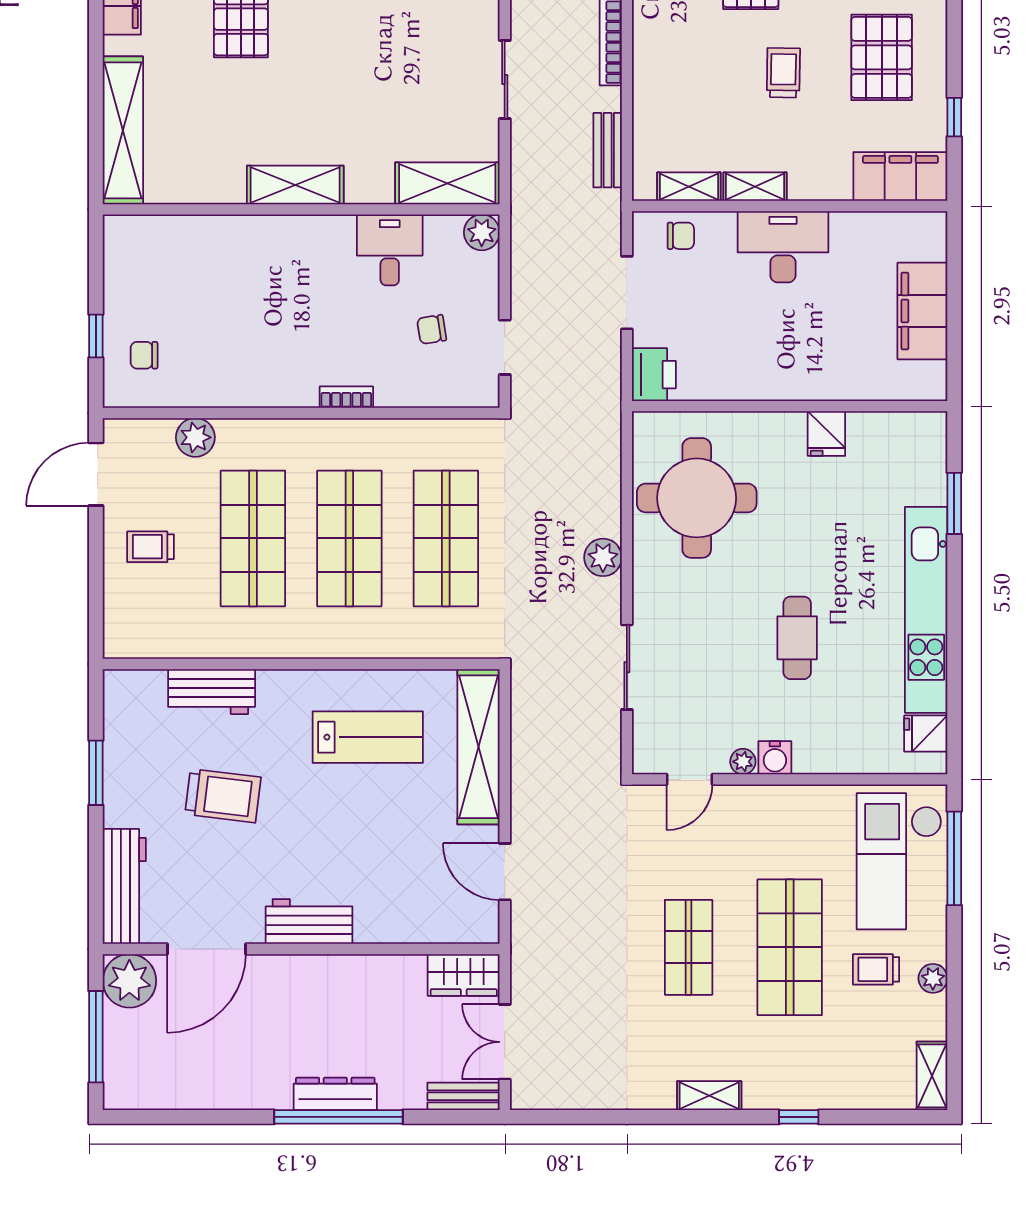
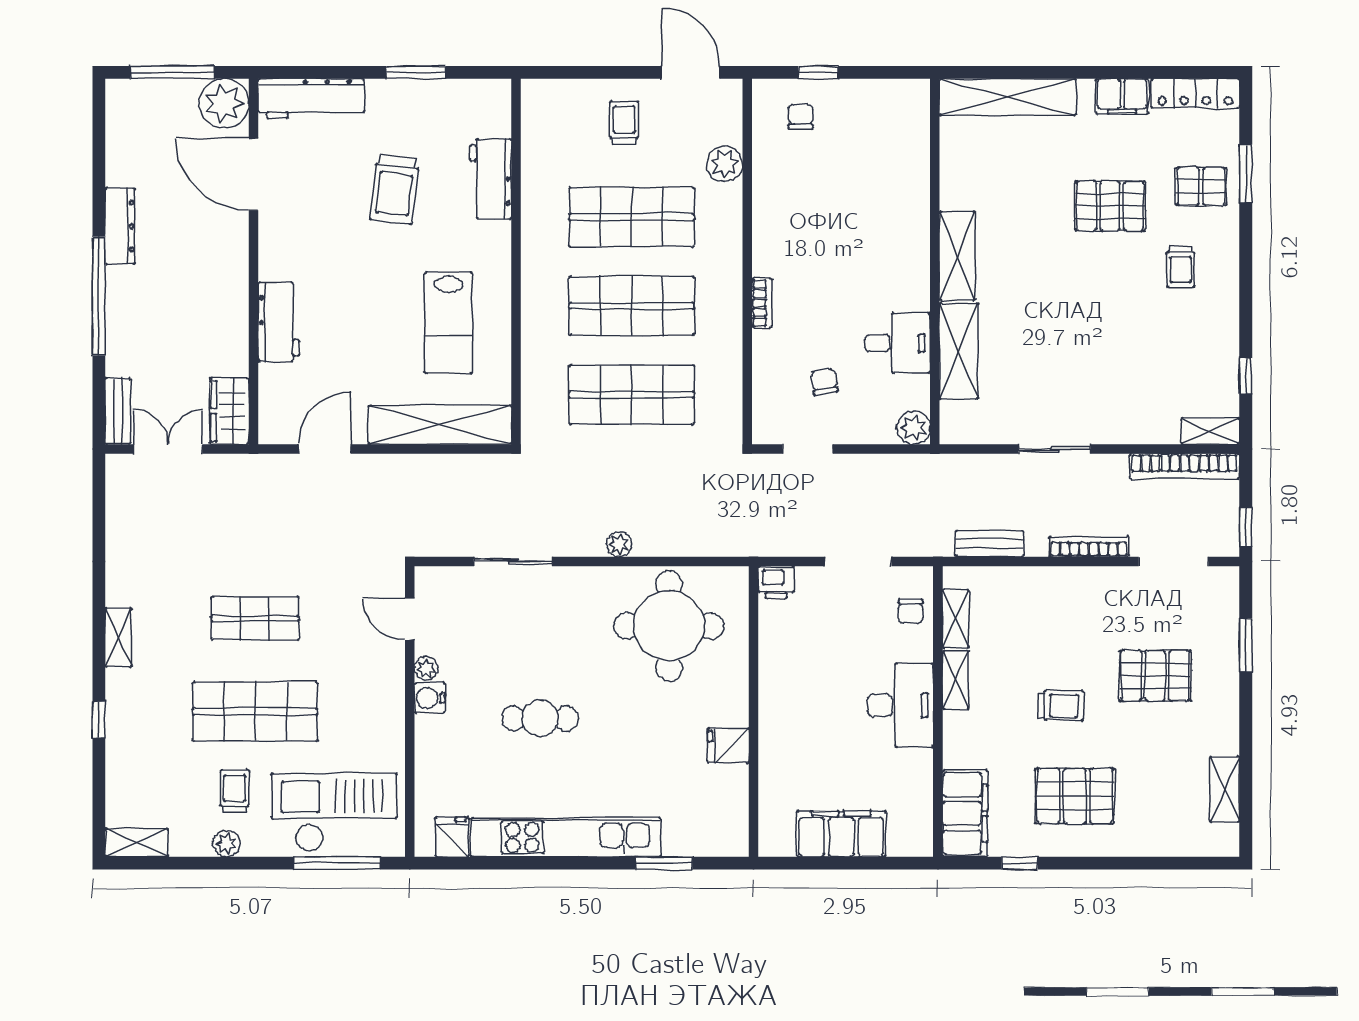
shelving: (447, 183) -> (959, 351), moved
printer: (654, 375) -> (776, 582), width x0.73, depth x0.81
plant: (603, 557) -> (619, 544), width x0.73, depth x0.73
workbench: (309, 921) -> (279, 322), moved
dresser: (335, 1094) -> (120, 226), moved

